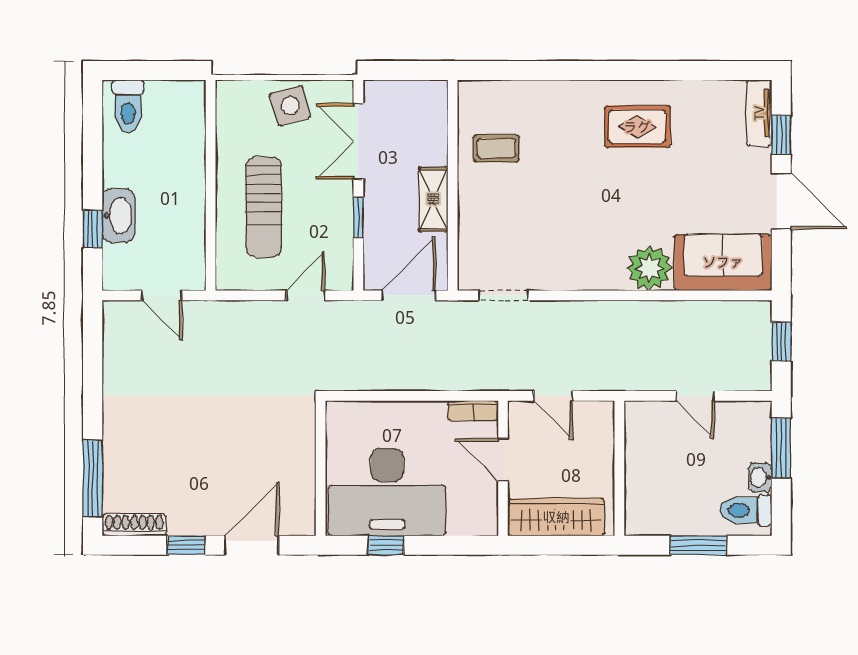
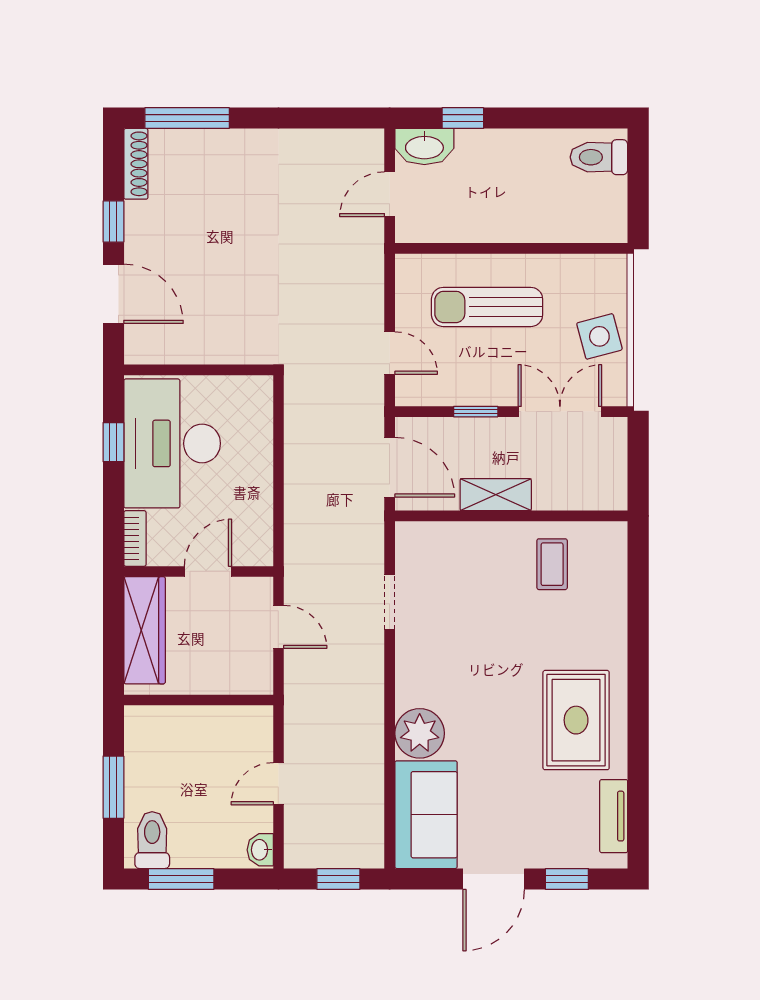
tv unit: (759, 113) -> (614, 816), moved, turned -90
rug: (637, 127) -> (576, 720), width x1.36, depth x1.43
washbasin: (118, 216) -> (424, 147), moved
doorway: (503, 295) -> (390, 602), moved
door: (553, 396) -> (278, 627), swing flipped
bookcase: (473, 411) -> (135, 538), moved, turned 180
window: (781, 448) -> (181, 879), moved
washbasin: (760, 477) -> (260, 850), moved, turned -90

